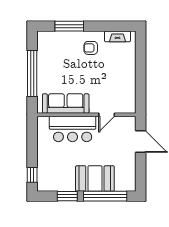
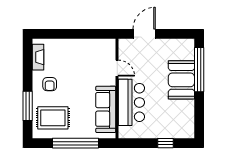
rug: (57, 51) -> (53, 118), added
window: (32, 175) -> (165, 143), moved
window: (67, 196) -> (199, 108), removed

